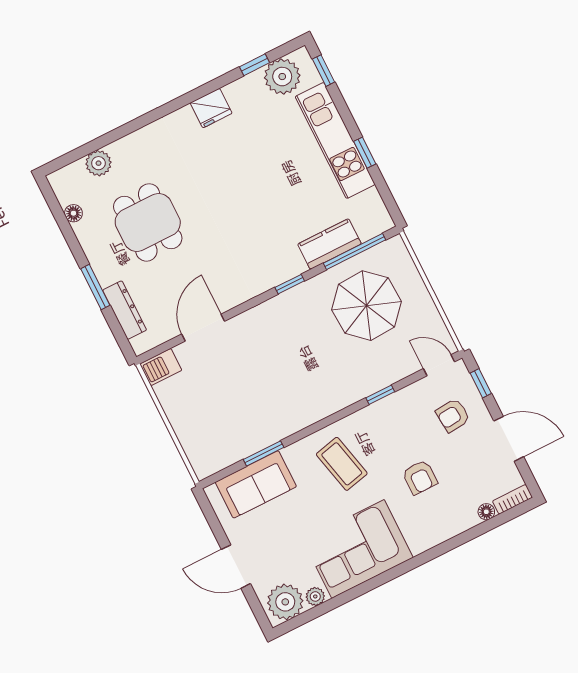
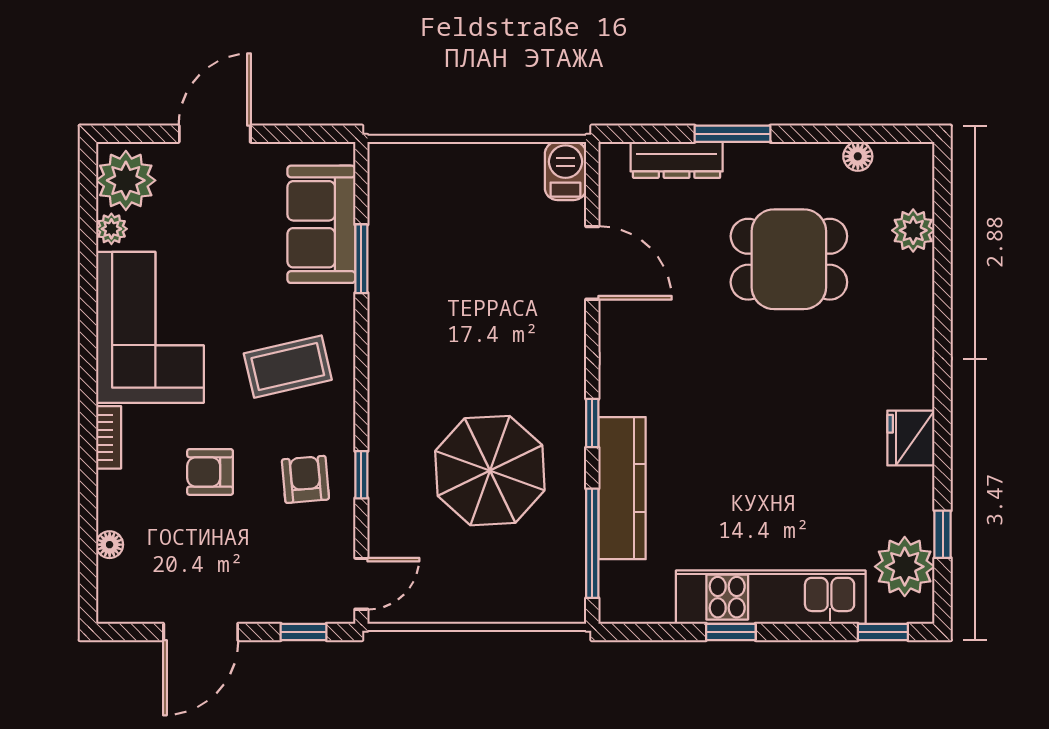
kitchen counter: (329, 244) -> (622, 488), width x1.50
parasol: (367, 306) -> (490, 471), moved
armchair: (453, 415) -> (305, 479), moved
bookcase: (512, 499) -> (109, 437), moved

